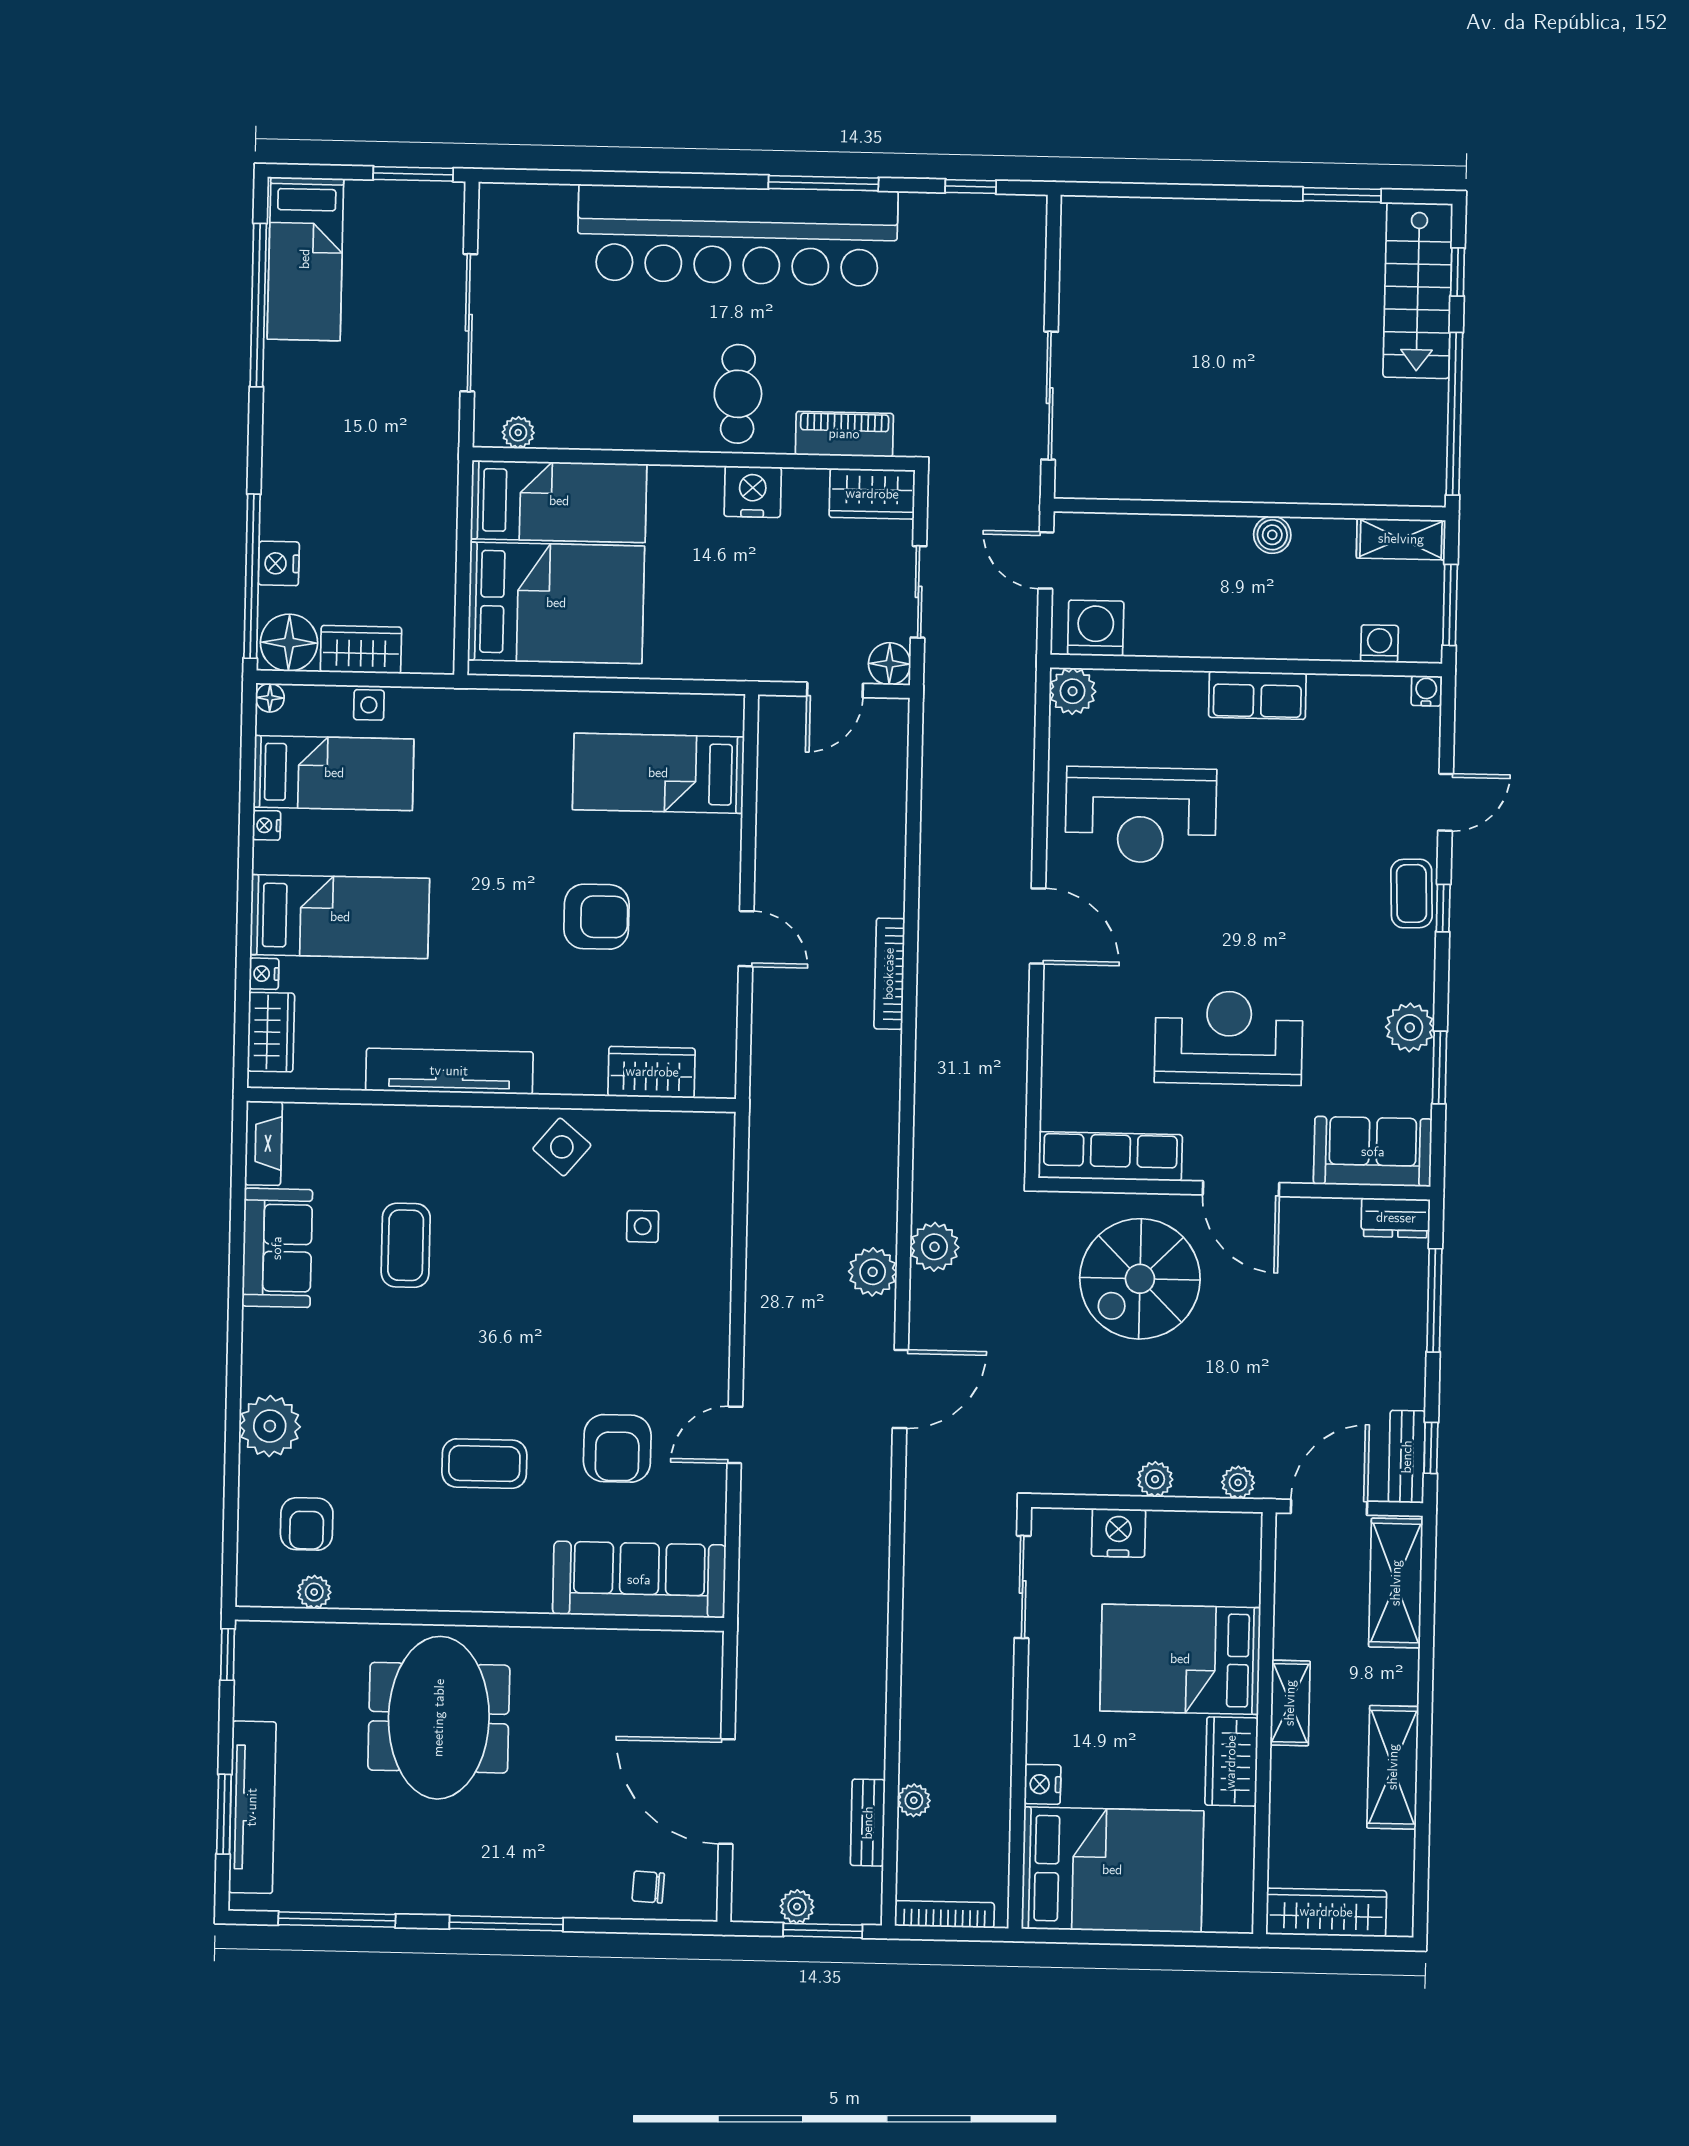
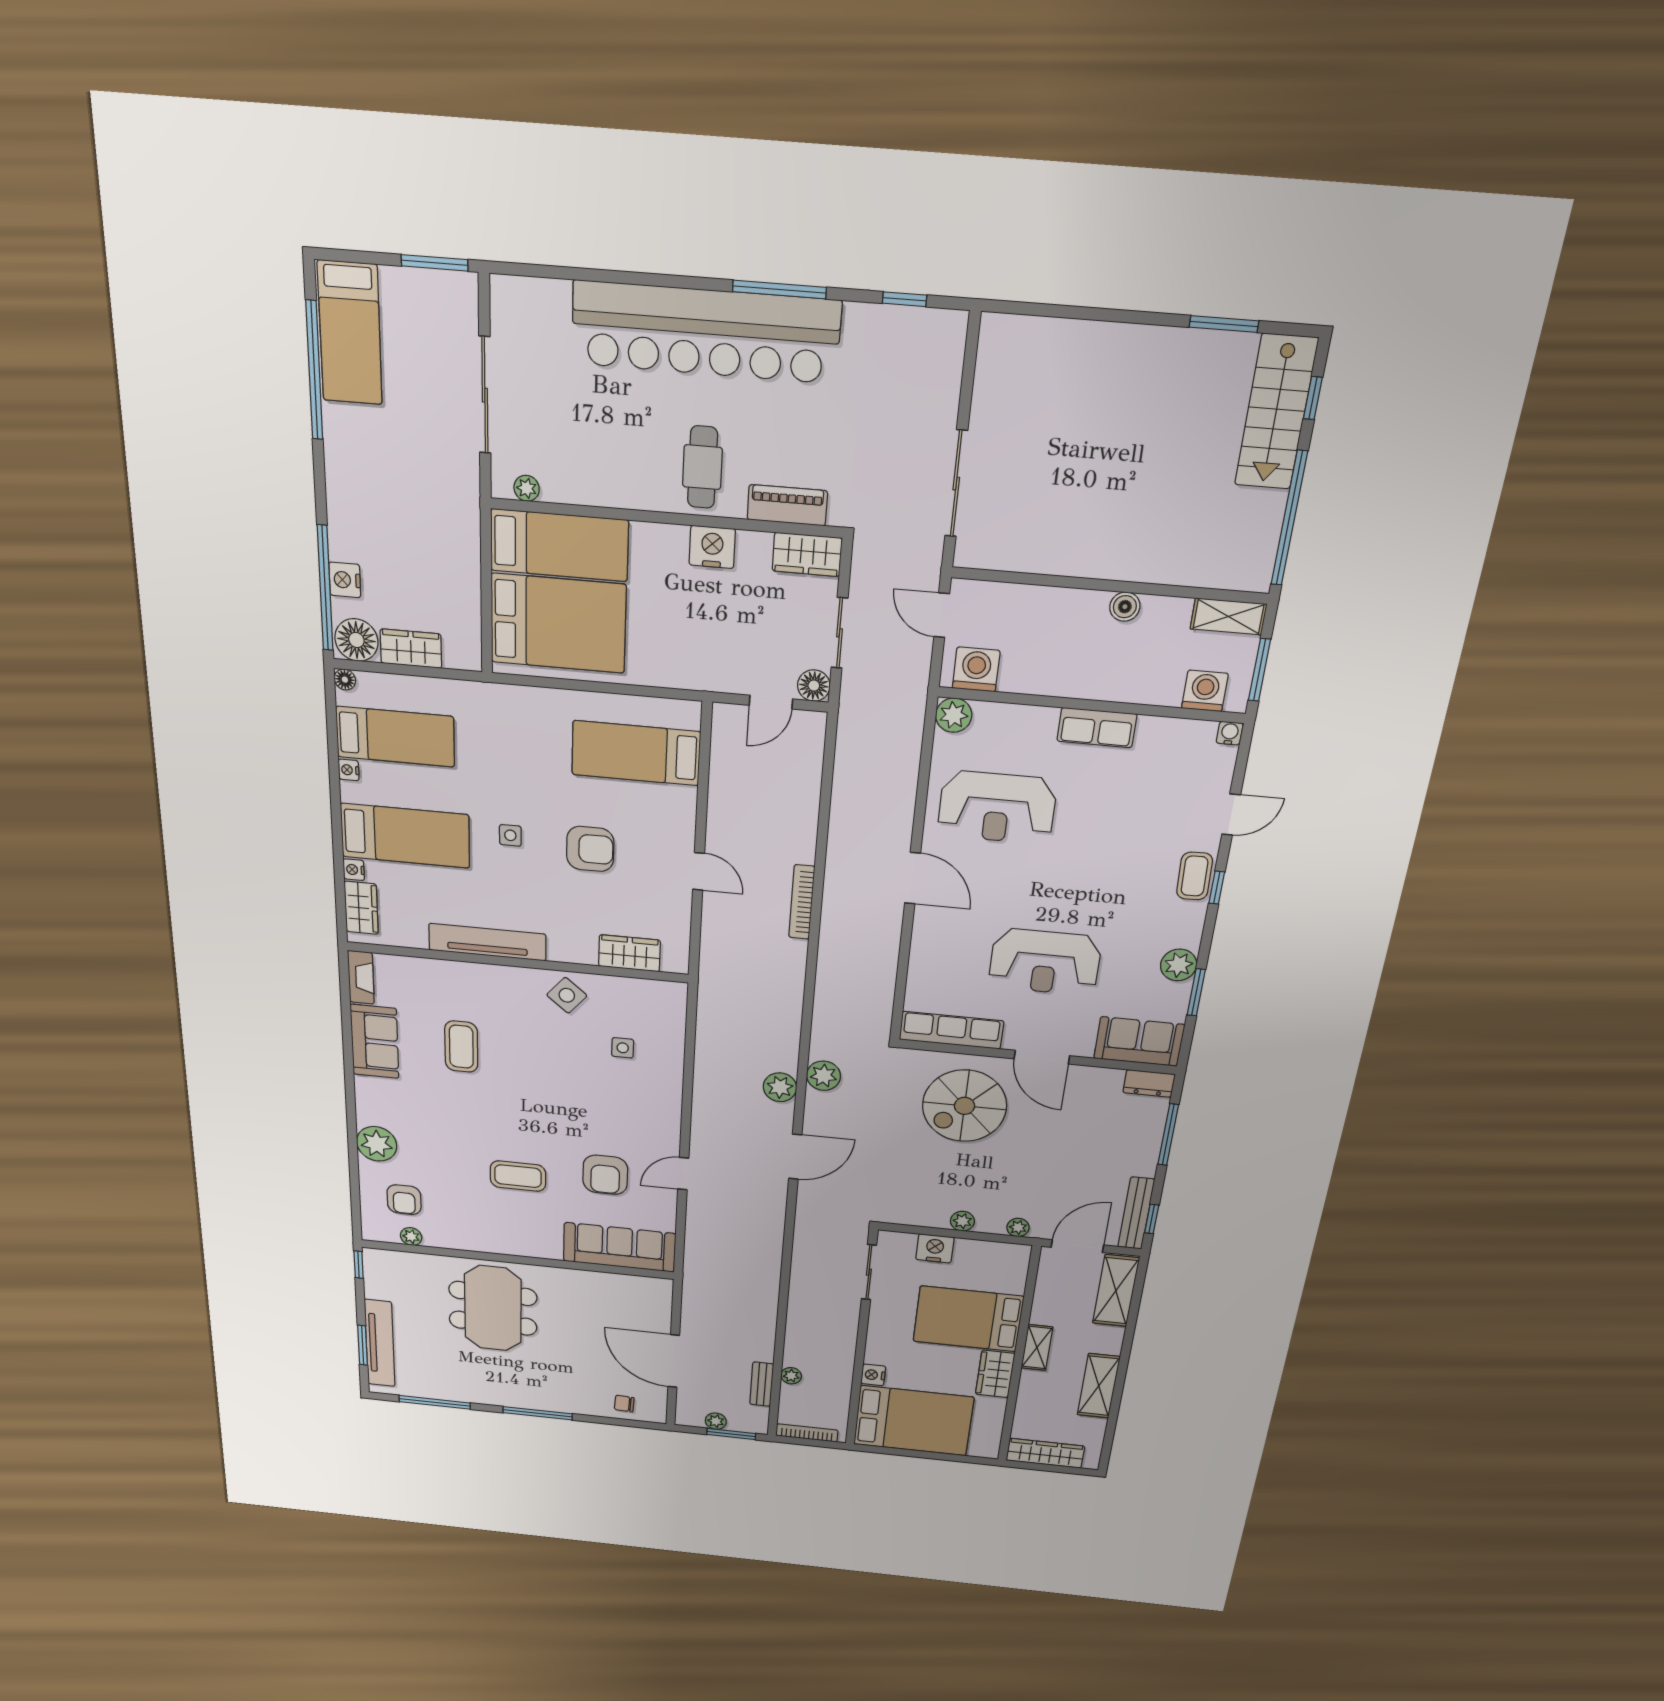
washing machine: (1379, 644) -> (1205, 691), width x1.38, depth x1.38
side table: (369, 705) -> (510, 835), moved
reception desk: (1229, 1038) -> (1045, 962), turned 180
bench: (1407, 1457) -> (1136, 1213), width x1.36

